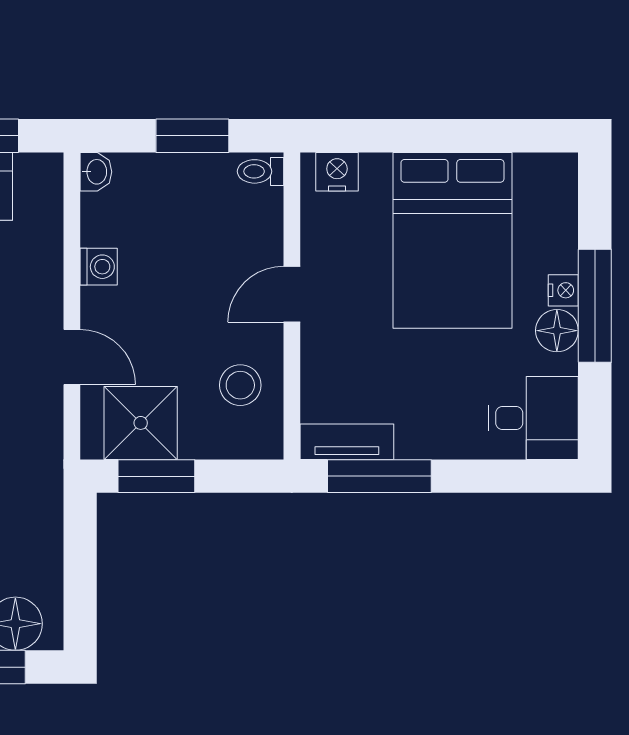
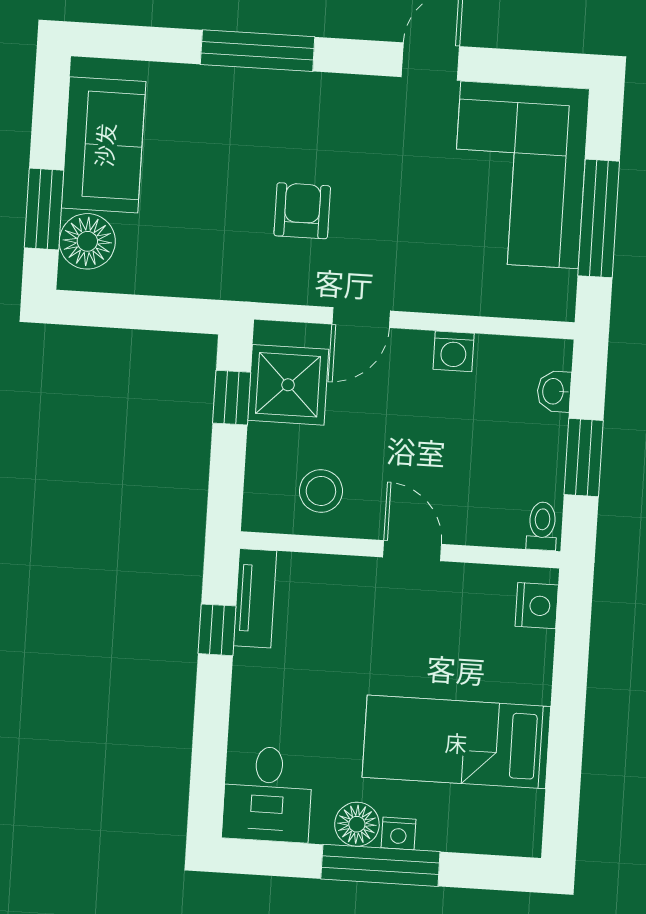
washbasin: (96, 172) -> (554, 391), moved, turned 90
bed: (452, 240) -> (456, 742), width x0.67
window: (156, 476) -> (232, 398), width x0.67
window: (379, 476) -> (217, 630), width x0.46

